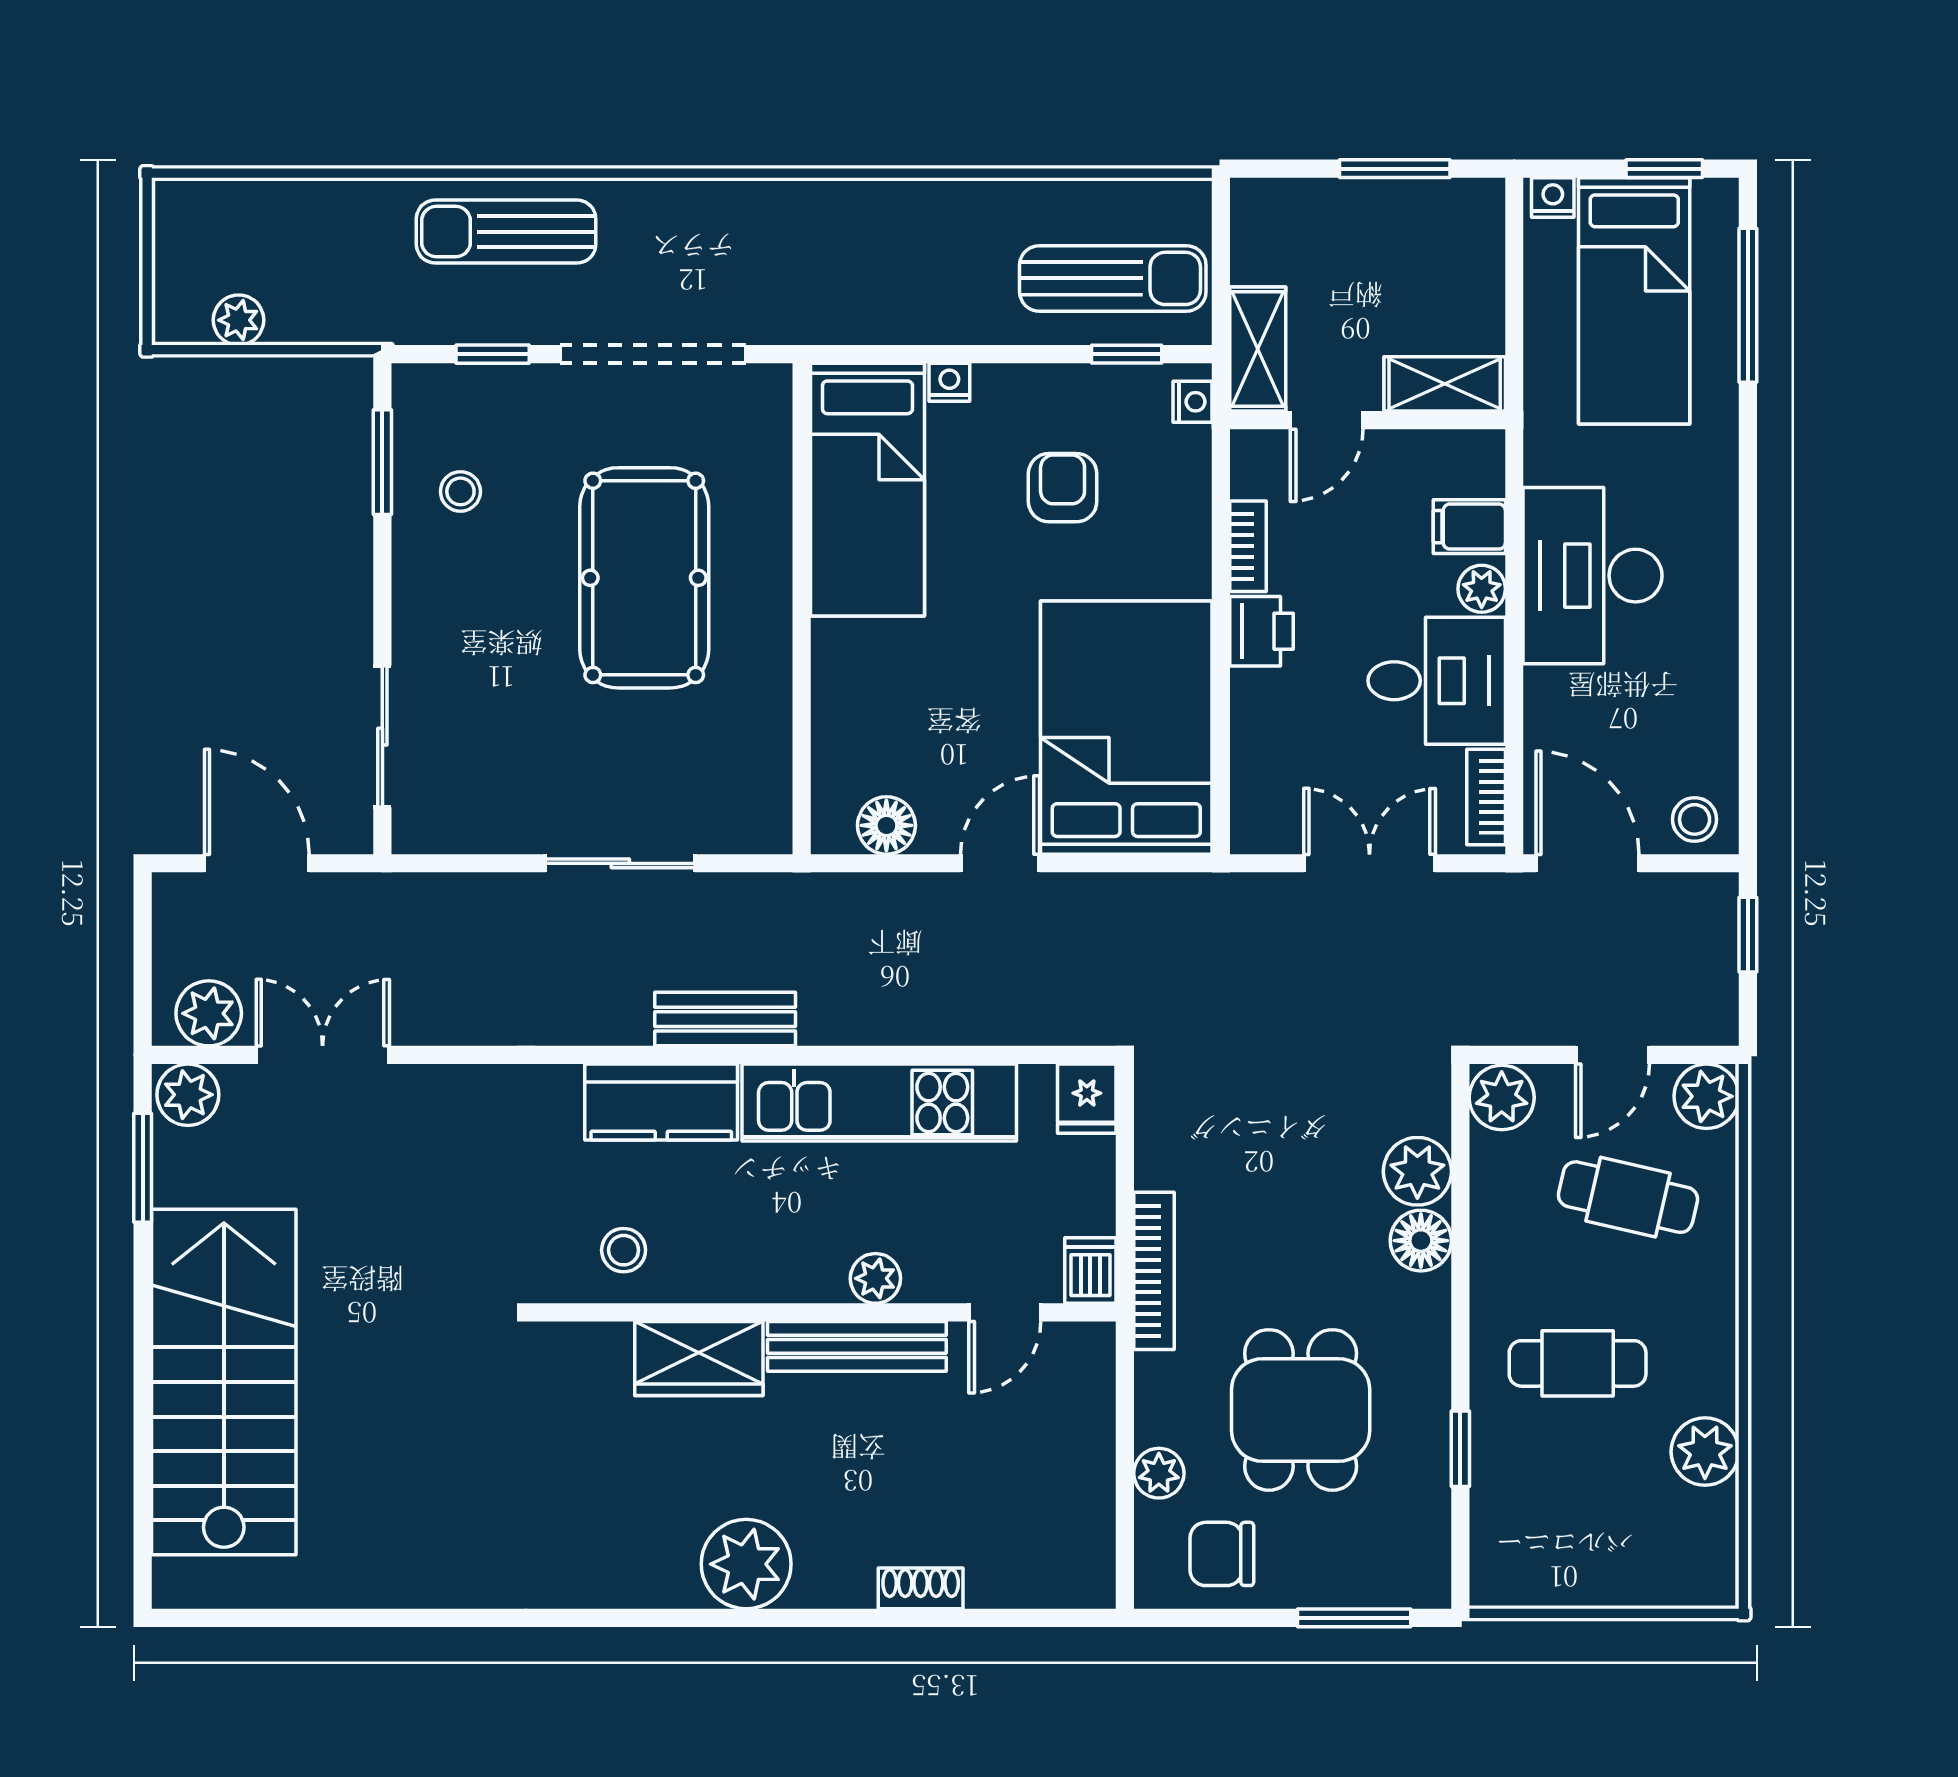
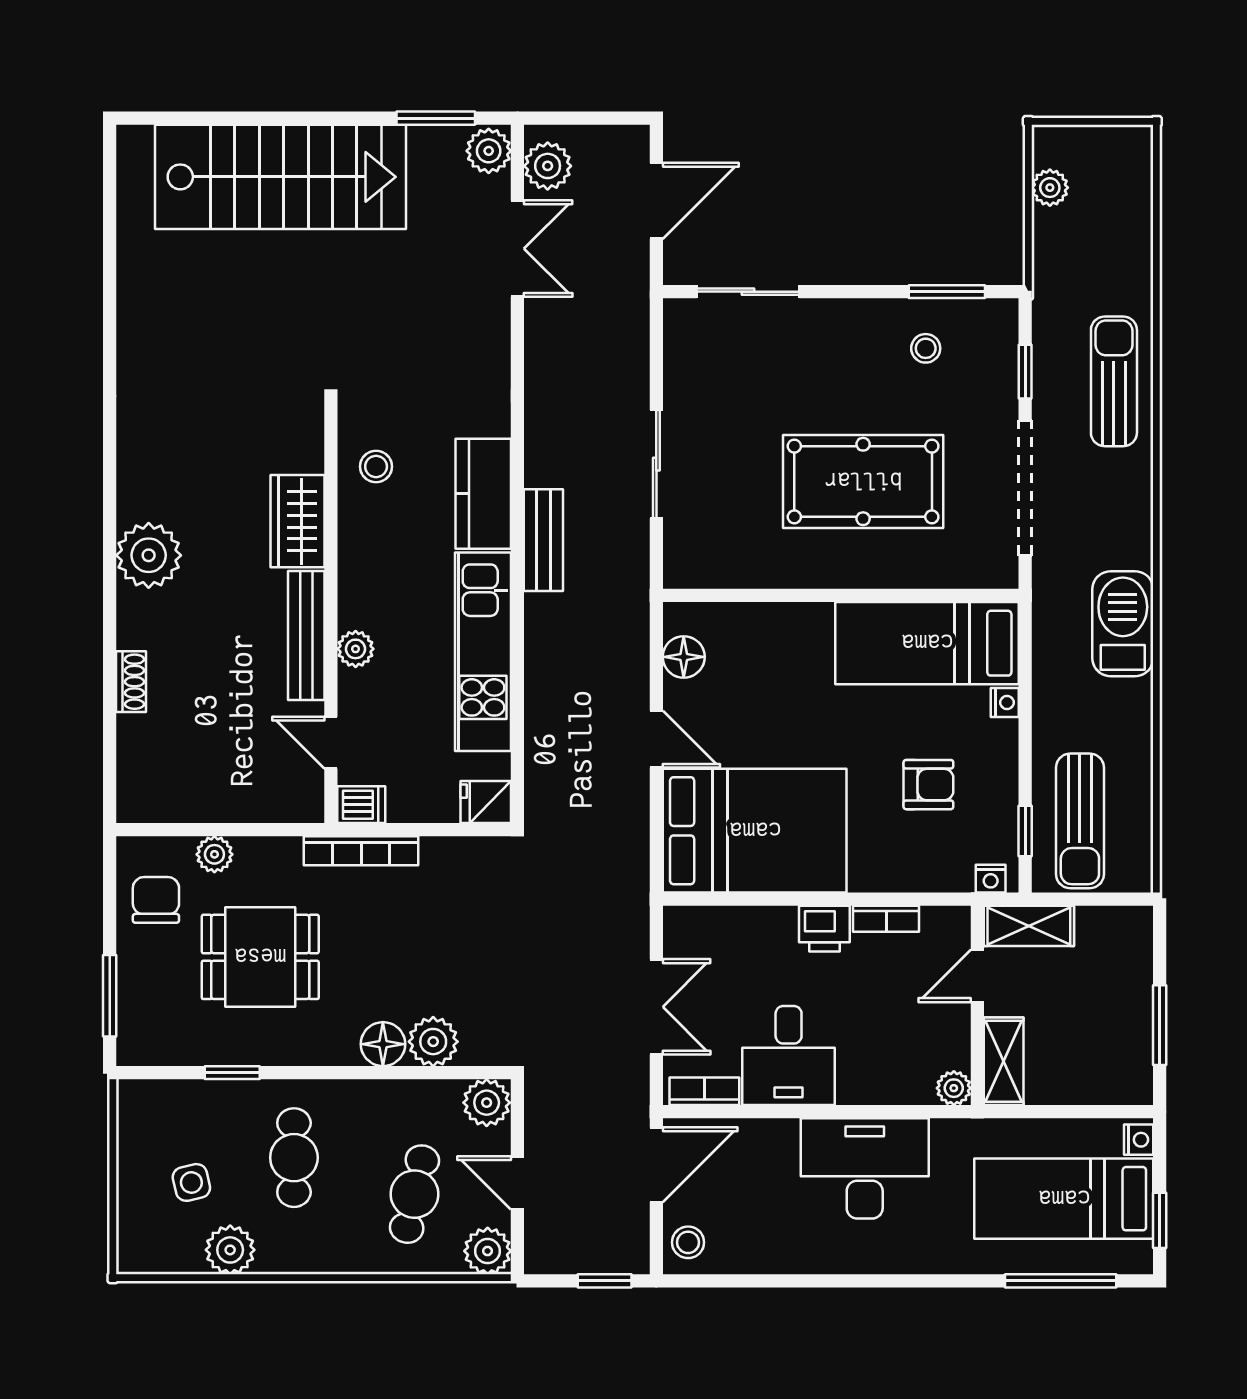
barbecue: (841, 219) -> (1123, 624), added
door: (1327, 420) -> (977, 976), hinge flipped
filing cabinet: (1469, 527) -> (900, 1079), removed
plant: (1482, 589) -> (954, 1088), moved
side table: (1612, 1505) -> (191, 1182), added

